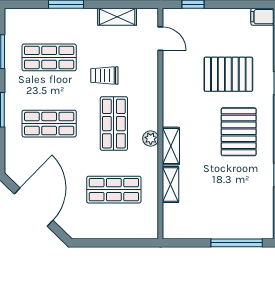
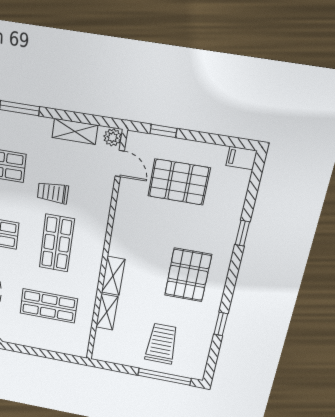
pallet: (228, 74) -> (179, 182), moved
plant: (151, 139) -> (113, 137), moved
trolley: (227, 207) -> (161, 344), added

